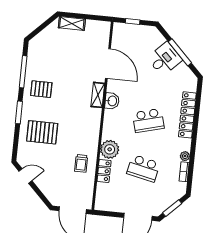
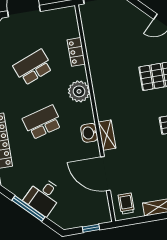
plant: (110, 149) -> (79, 91), moved
trolley: (81, 163) -> (126, 204), moved
school desk: (143, 168) -> (33, 67), turned -33

